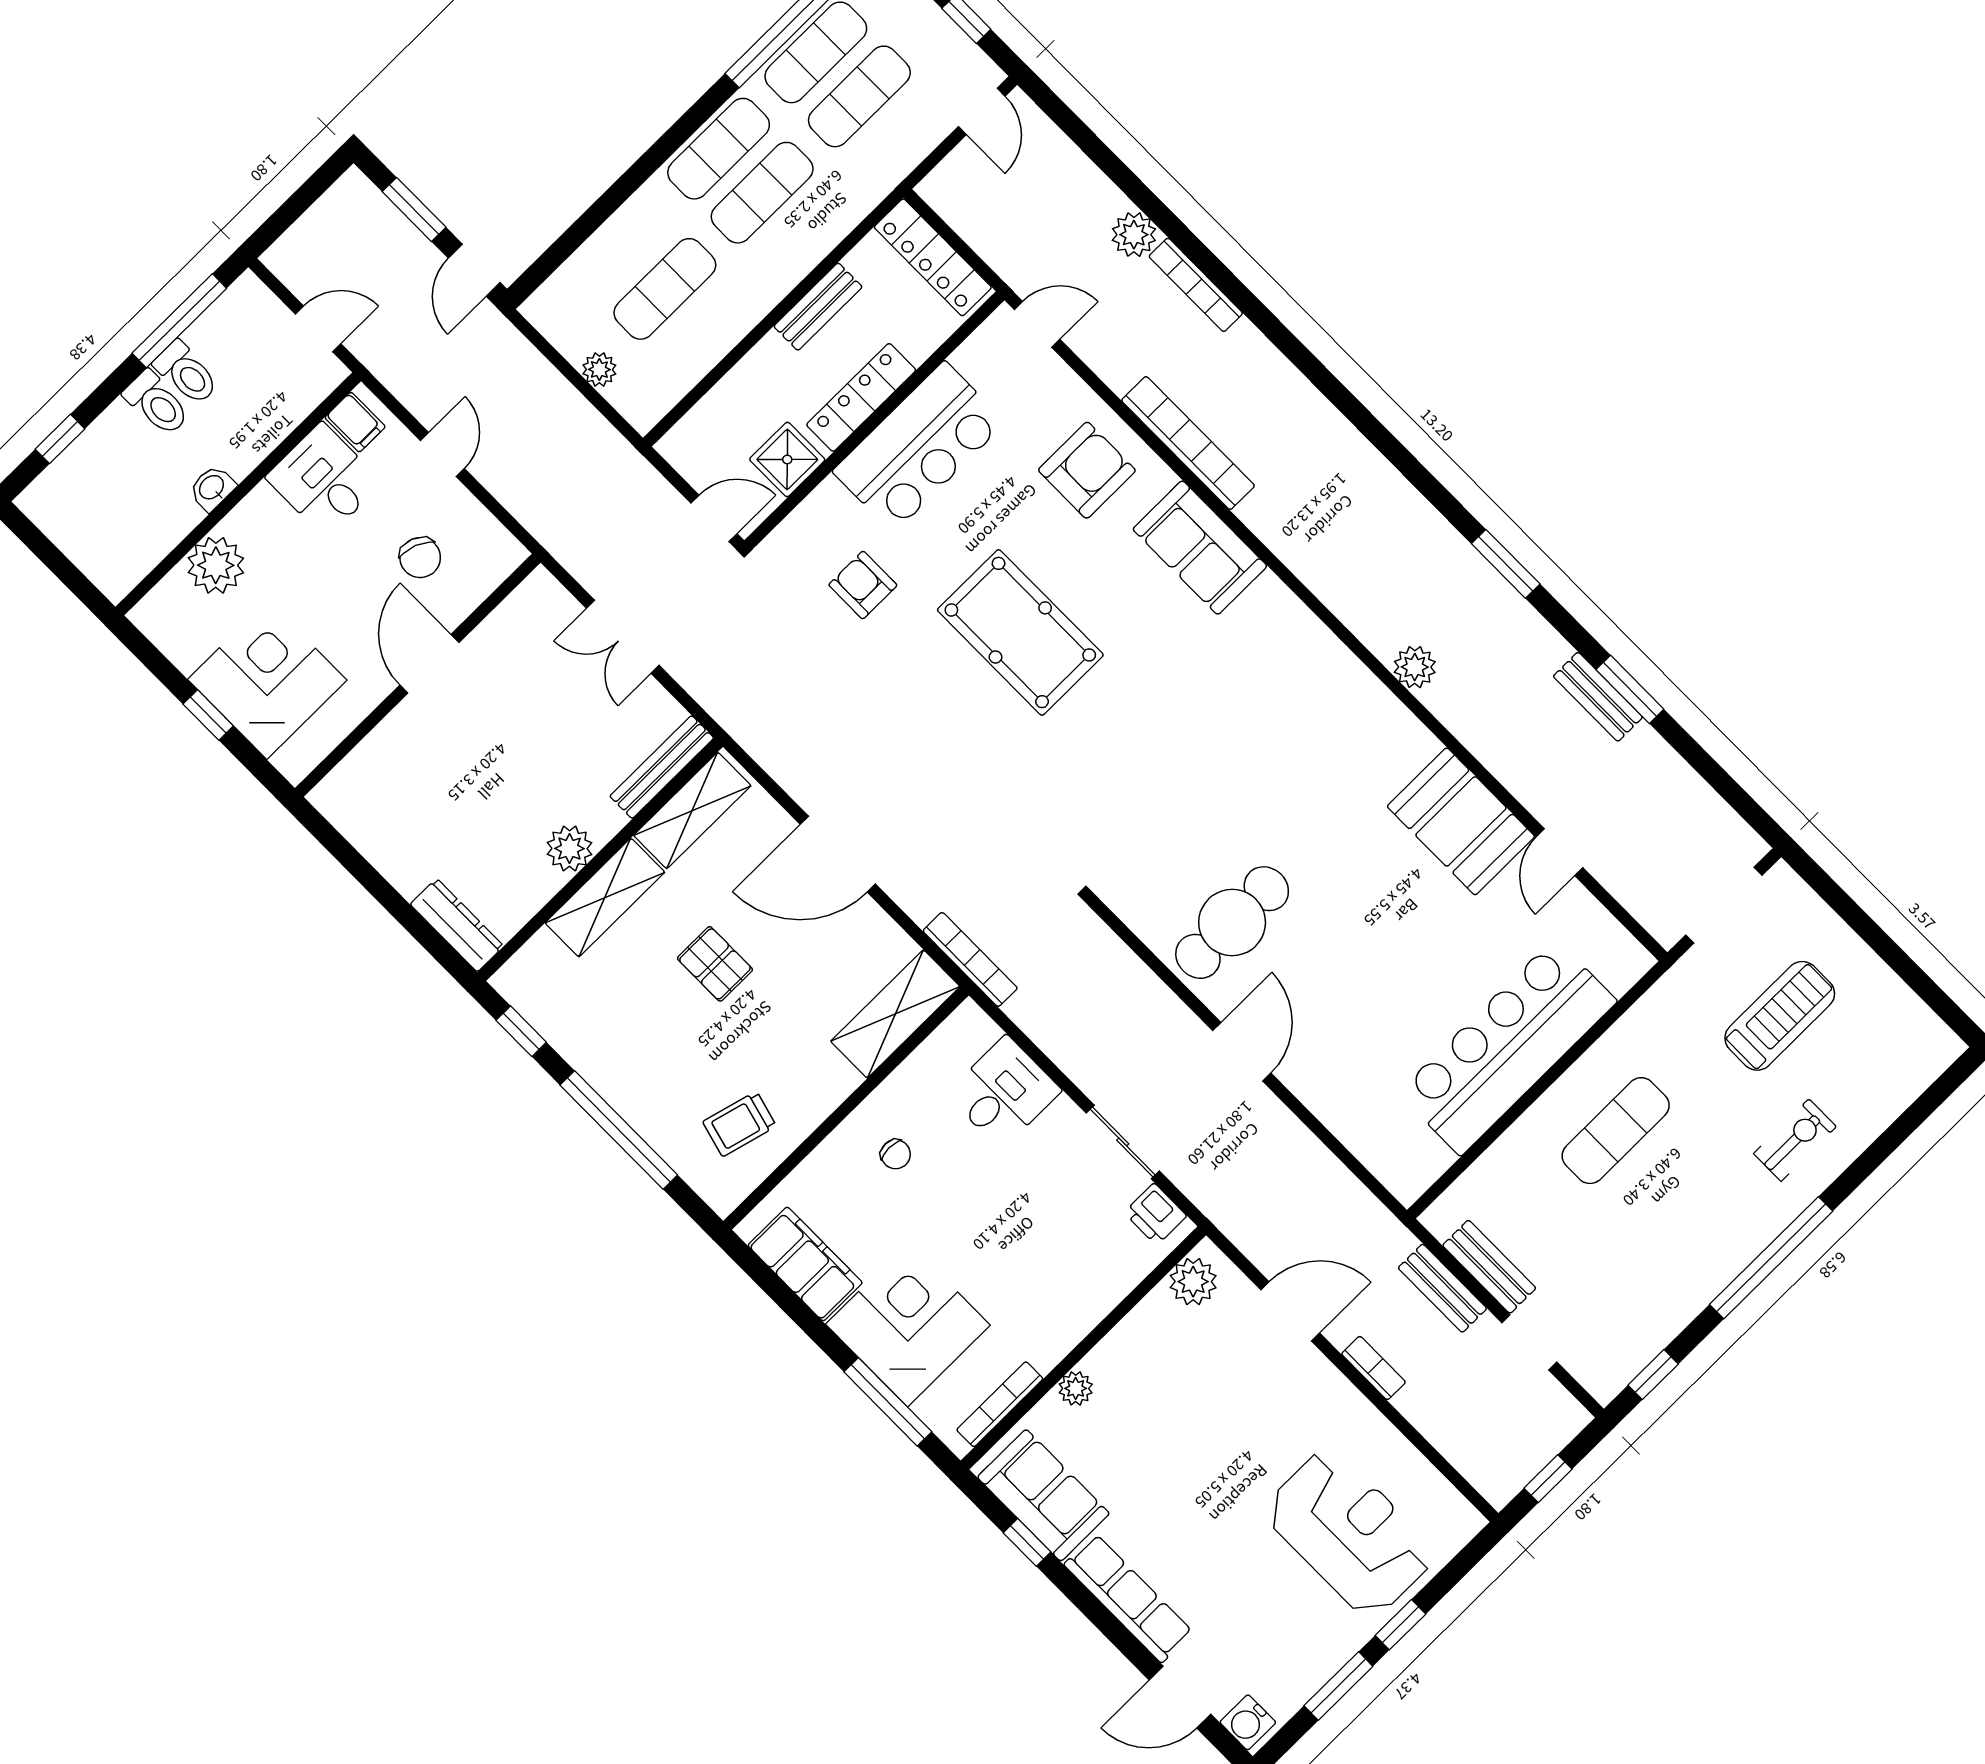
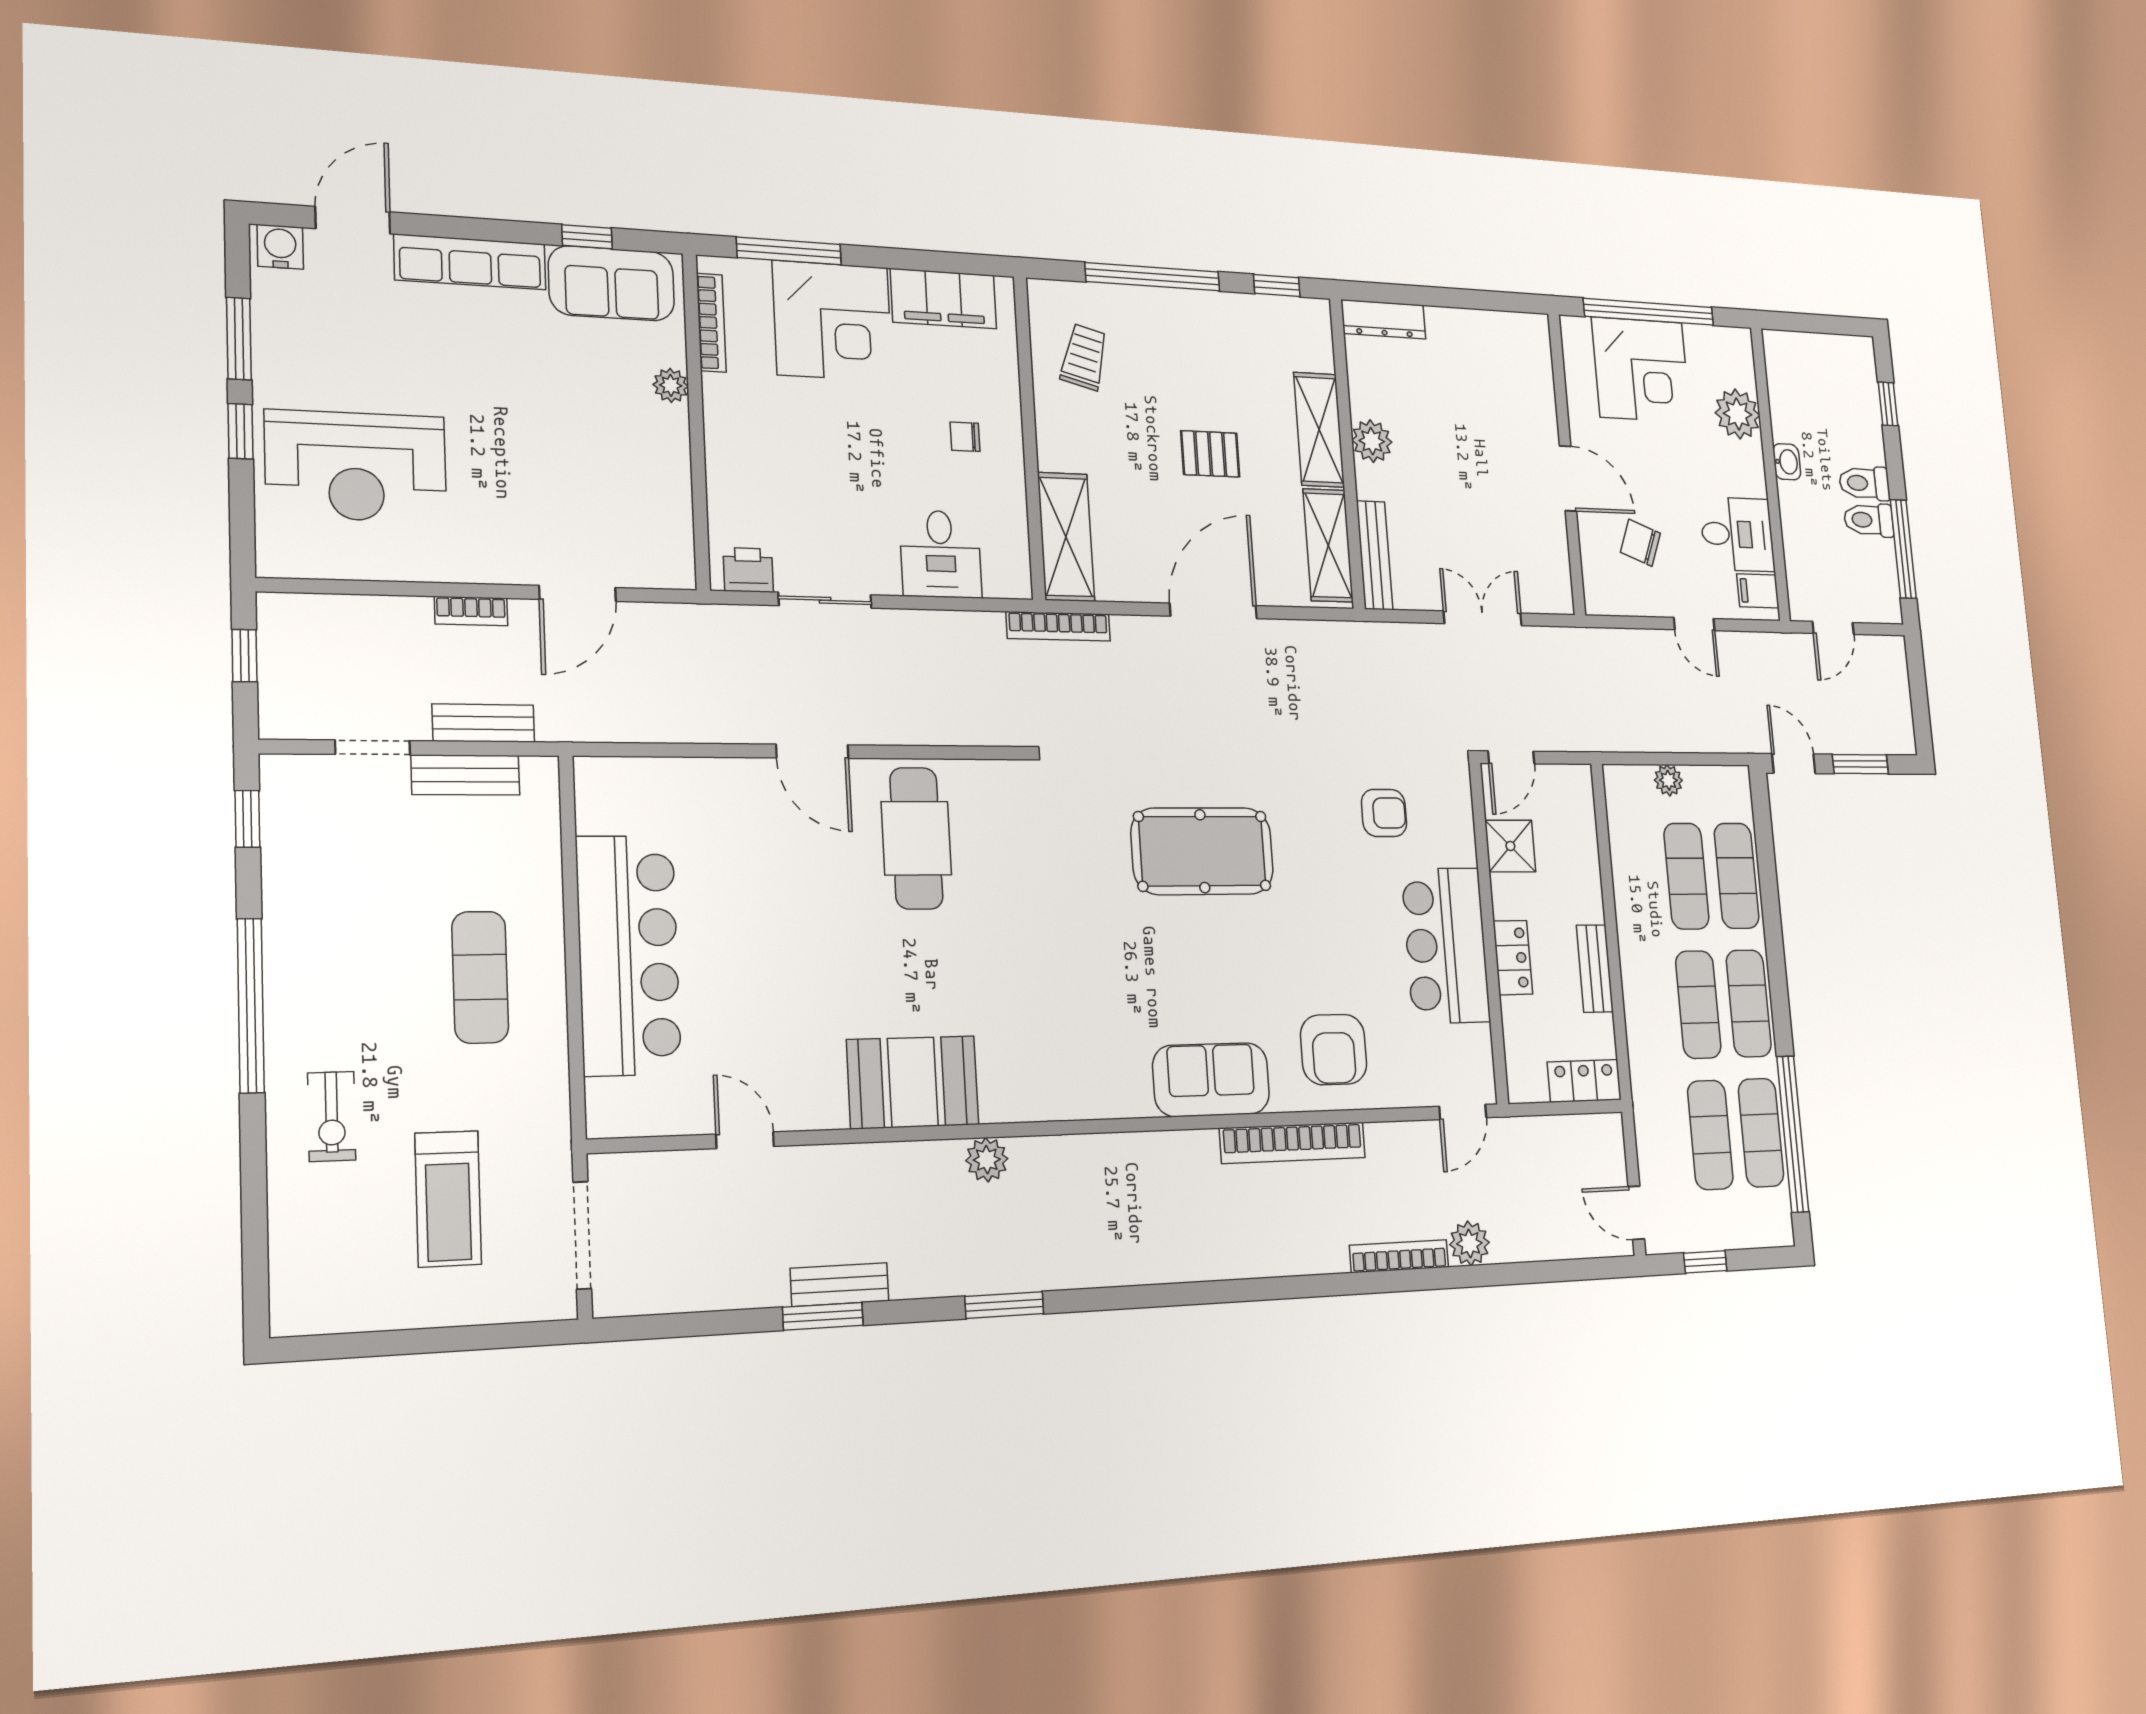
exercise mat: (621, 245) -> (1737, 876), added
locker: (933, 257) -> (1584, 1081), width x0.66
locker: (861, 397) -> (1513, 958), width x0.66
pool table: (1020, 632) -> (1202, 851), moved
window: (208, 715) -> (1649, 312), width x3.17
booth: (1461, 821) -> (913, 1082), moved
plant: (1193, 1282) -> (670, 546), removed

